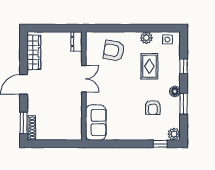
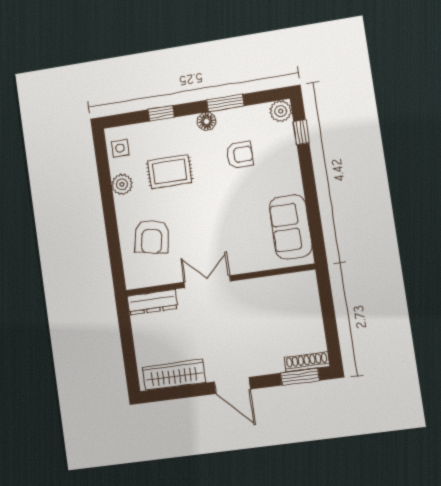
dresser: (76, 41) -> (152, 302), width x1.44
sofa: (96, 123) -> (291, 227), moved, turned -90

